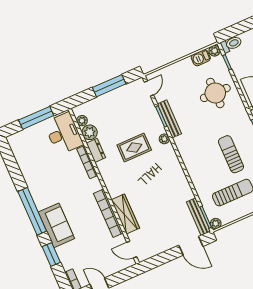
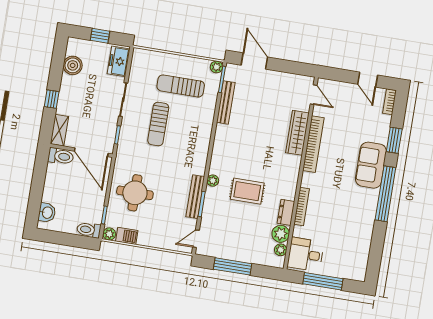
desk: (64, 134) -> (306, 254), width x0.73
bench: (198, 217) -> (226, 102), moved

